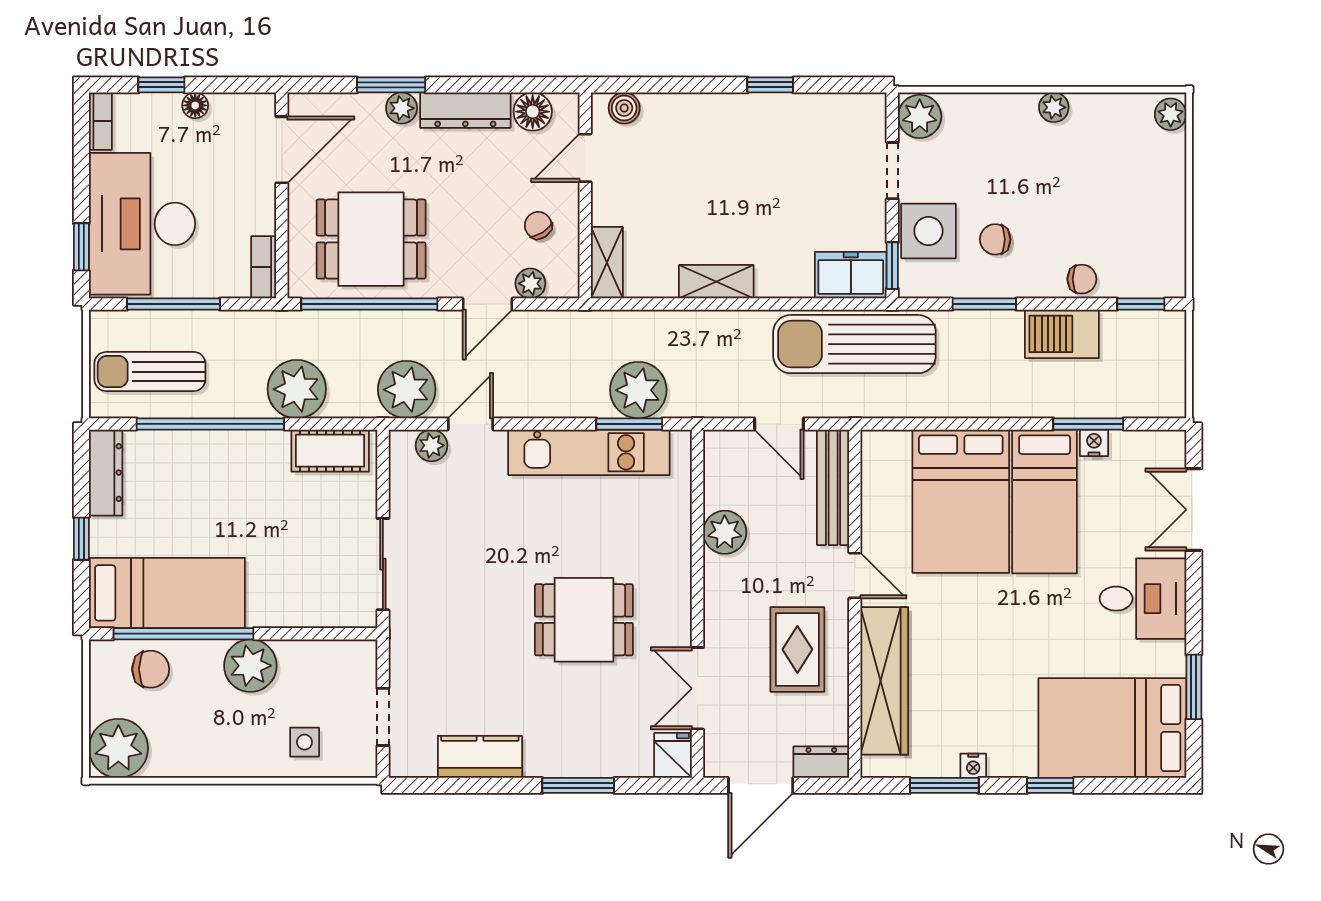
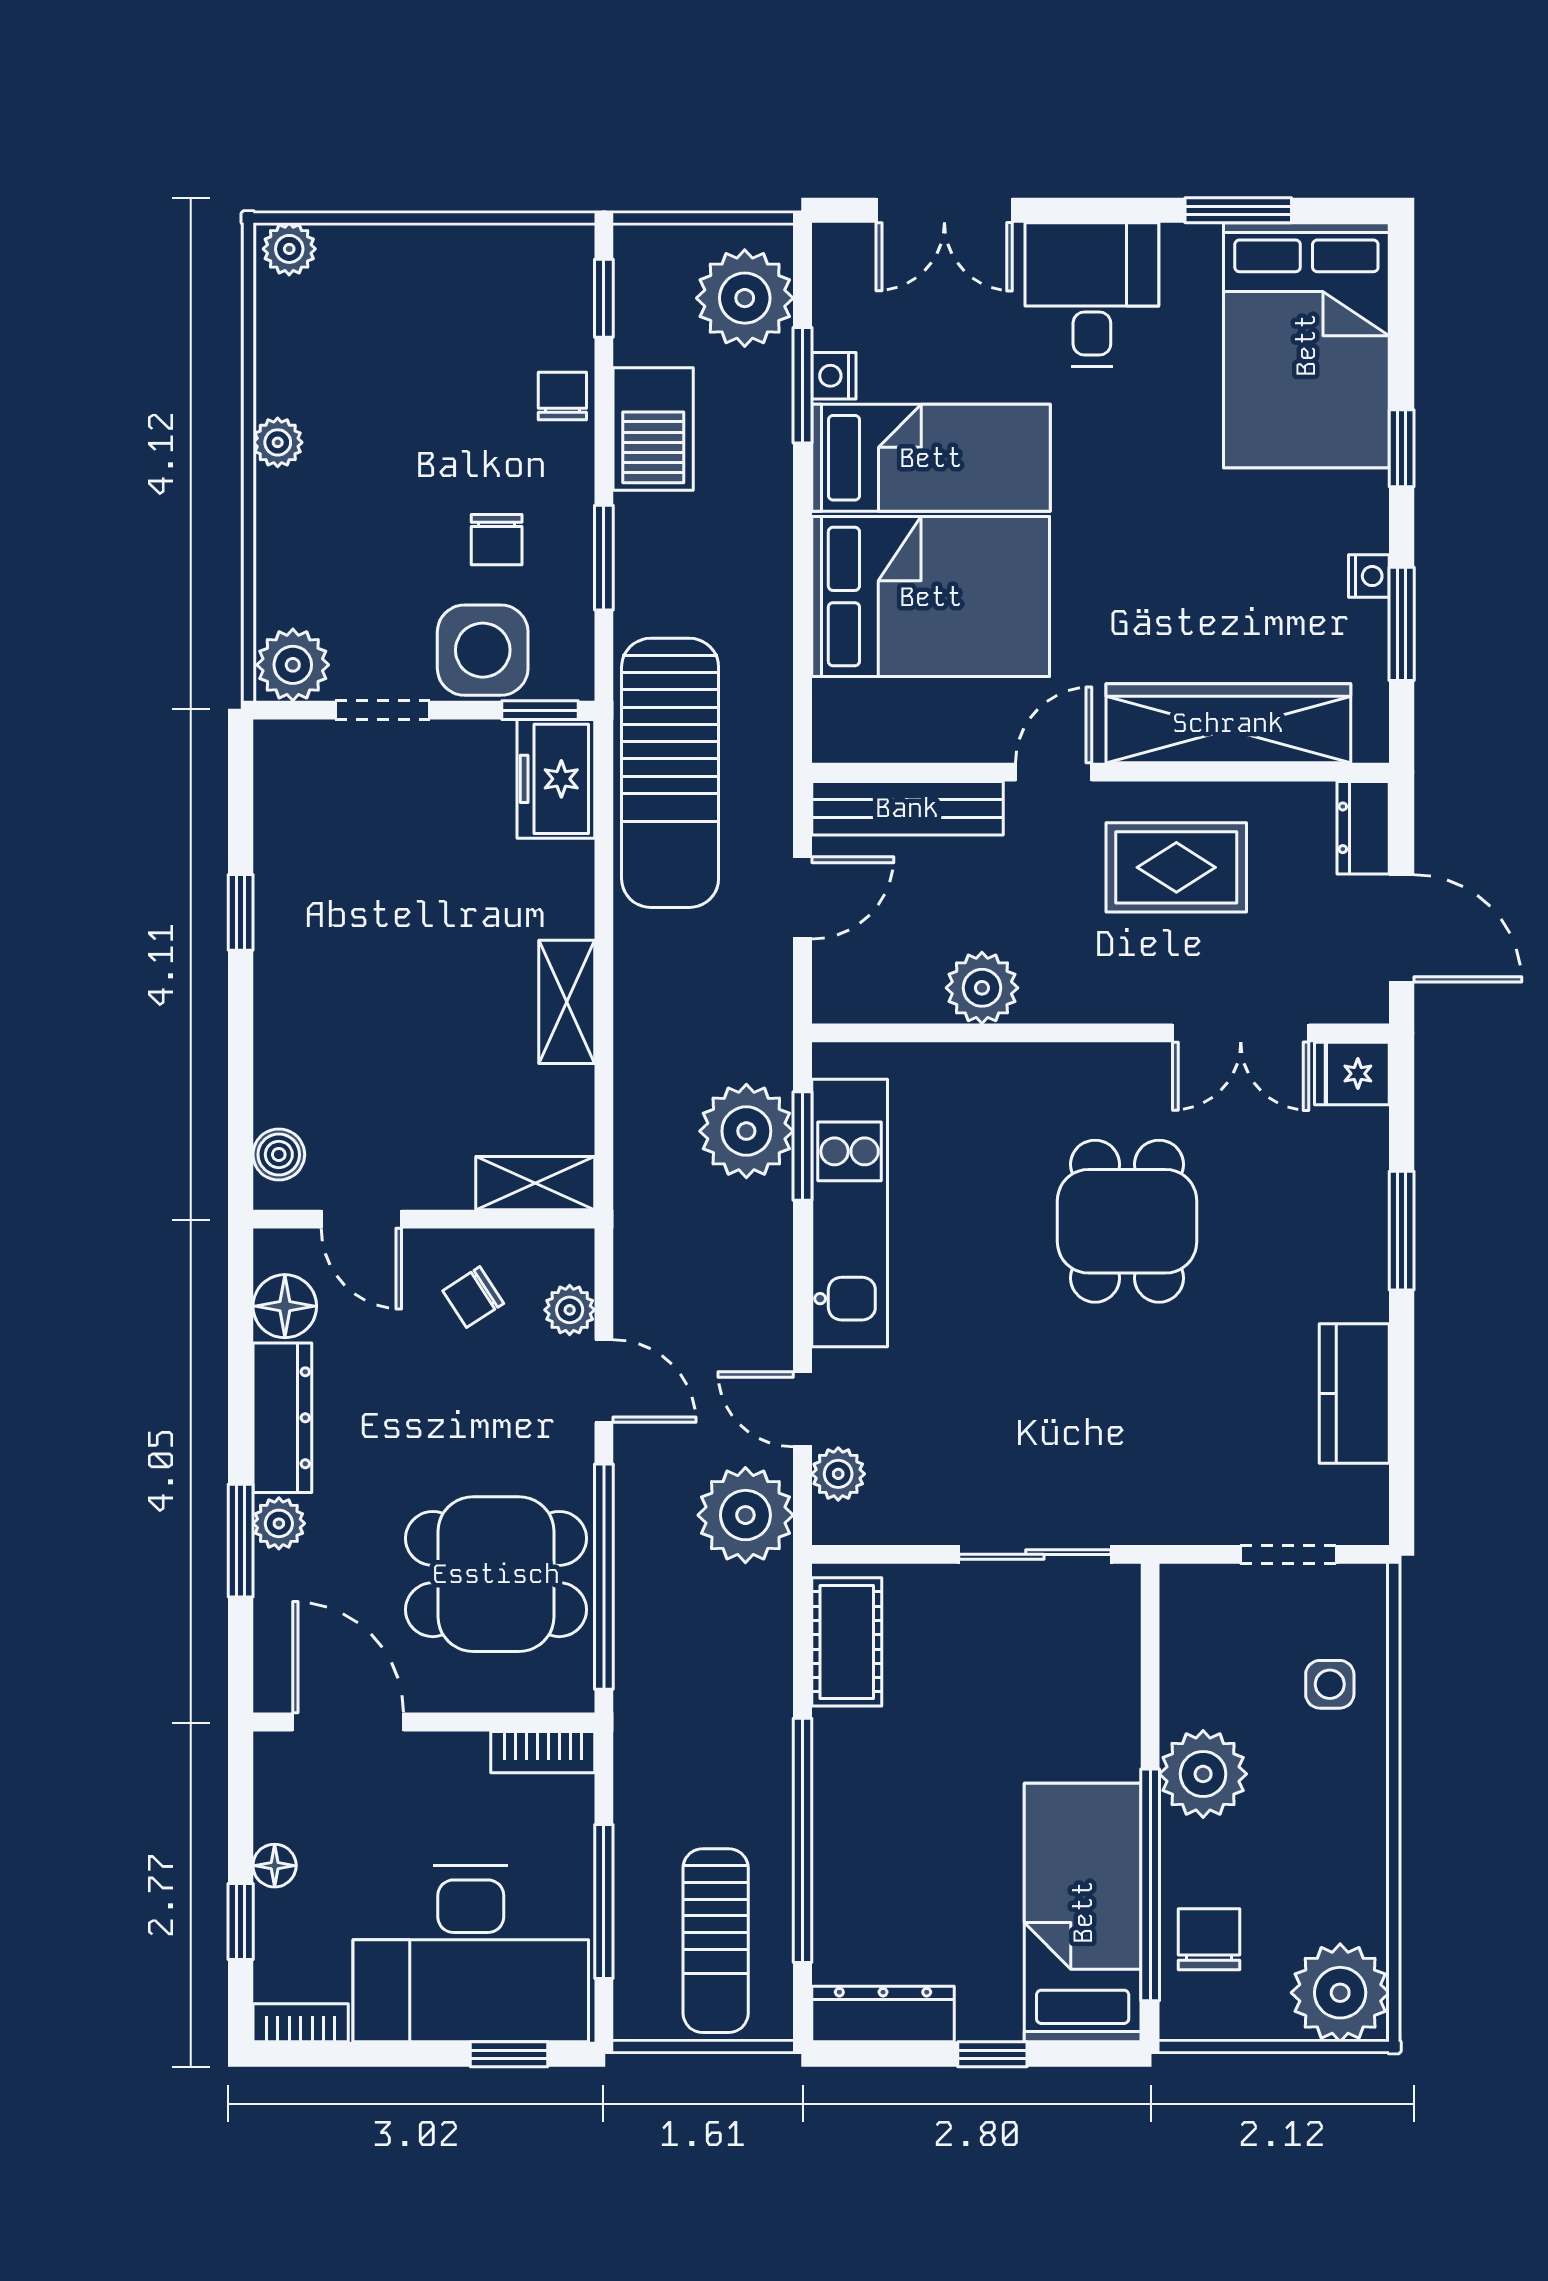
dining table: (371, 239) -> (496, 1574), turned 90
plant: (297, 389) -> (745, 298), moved

